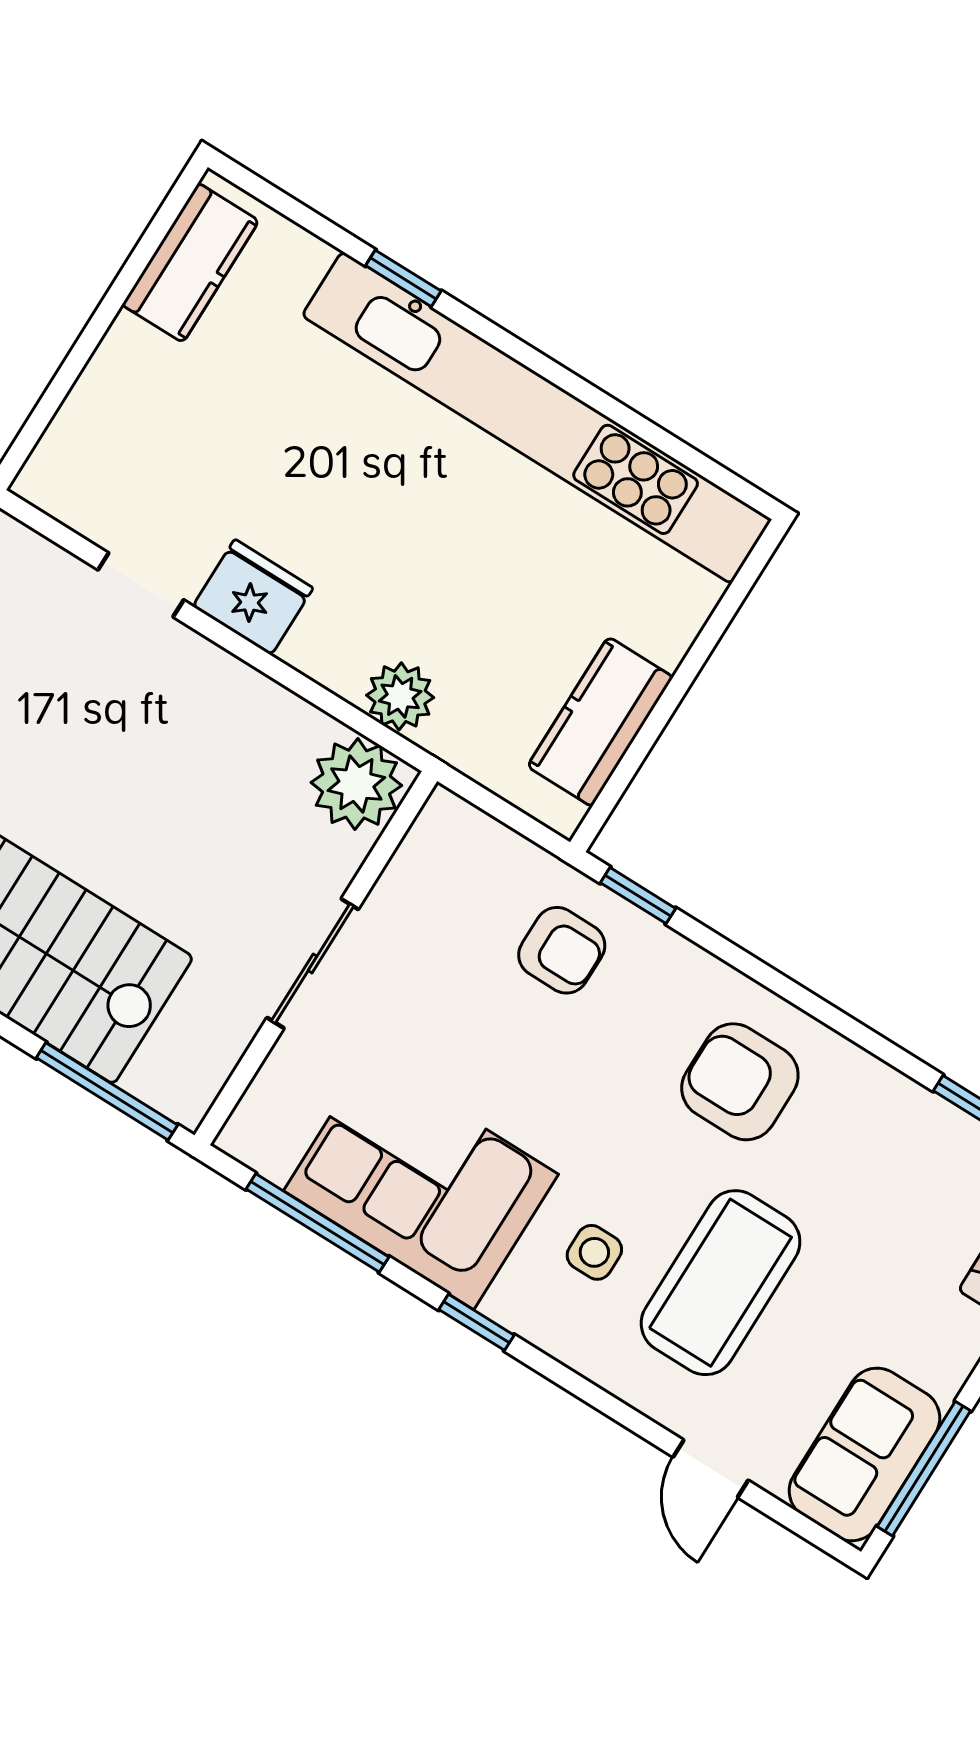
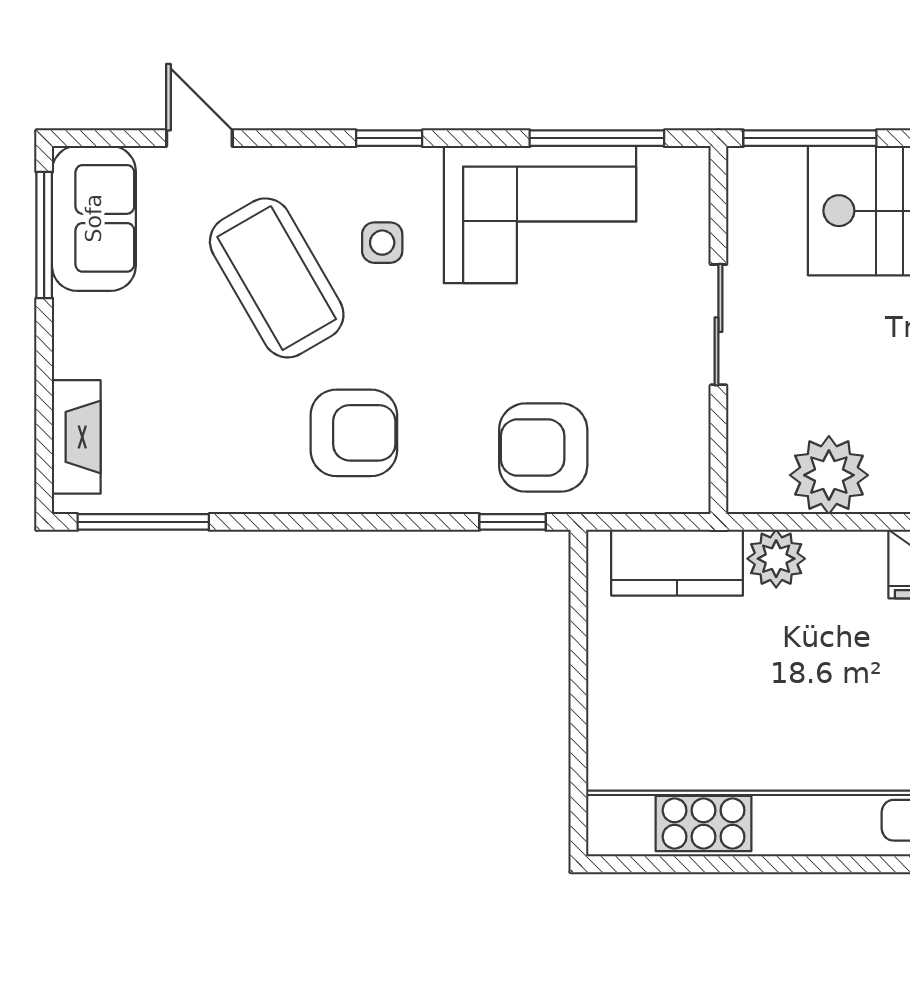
kitchen counter: (600, 722) -> (677, 563), moved, turned 90
plant: (356, 784) -> (829, 475), moved
armchair: (562, 950) -> (543, 447), width x1.38, depth x1.38
coffee table: (721, 1283) -> (277, 278), turned -30
window: (477, 1322) -> (389, 138), moved

